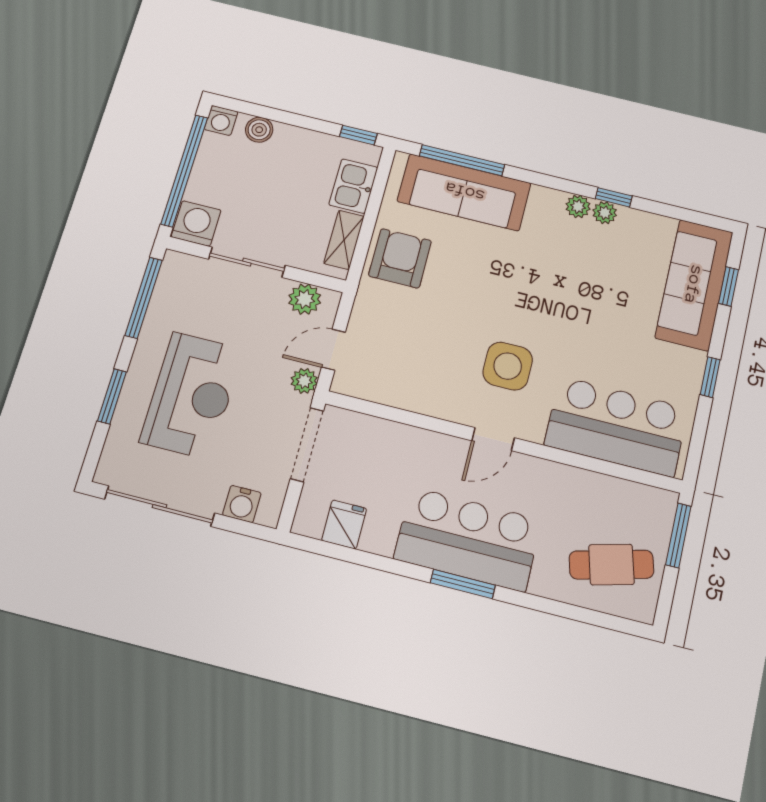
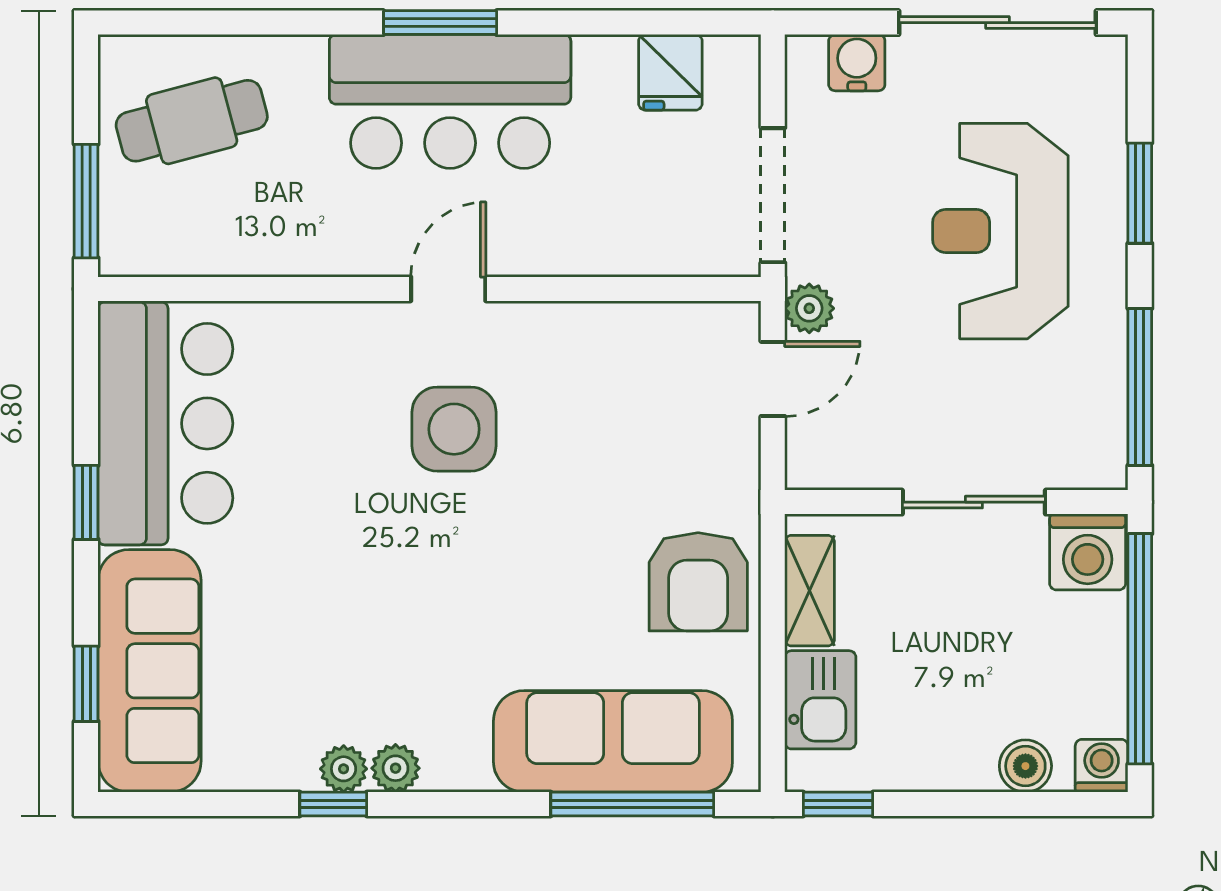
plant: (305, 299) -> (850, 459), removed
bar counter: (616, 426) -> (165, 423), moved, turned -90

